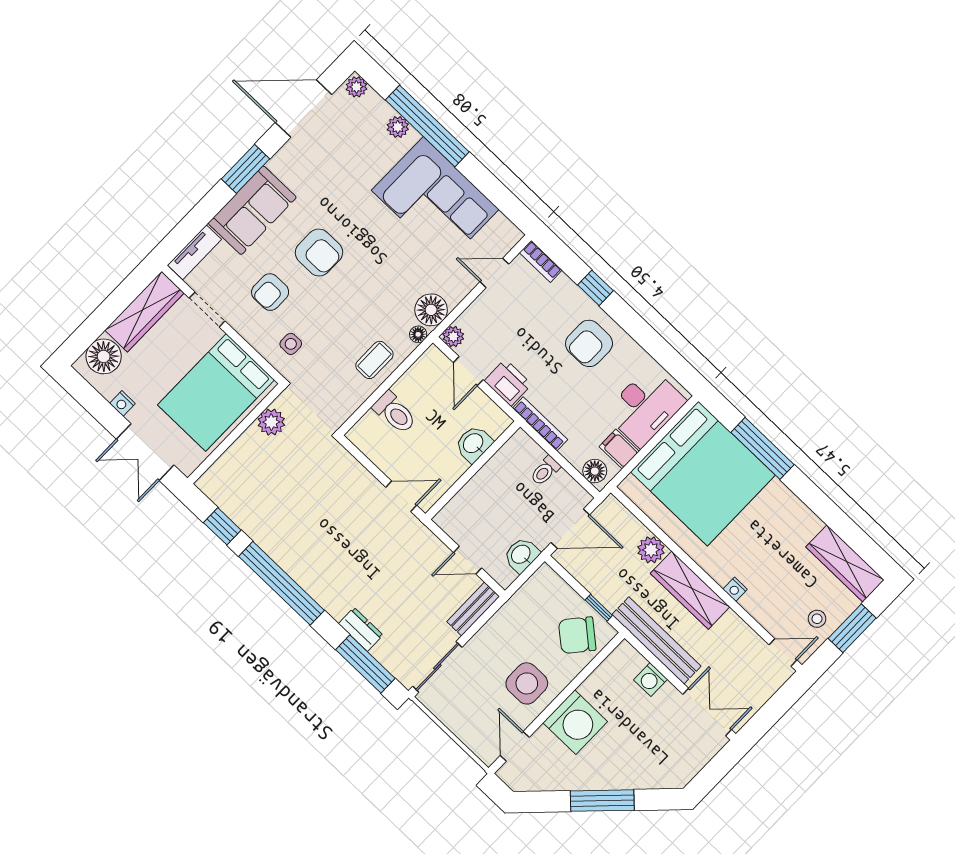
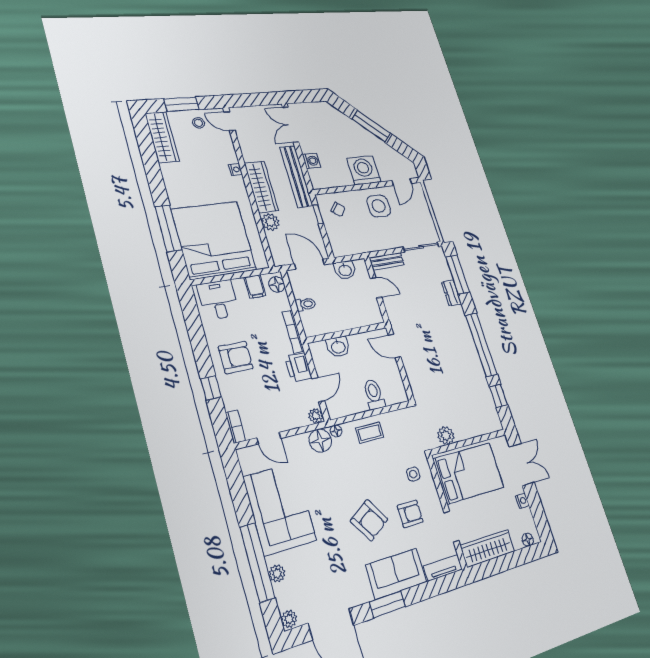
armchair: (319, 253) -> (369, 520), turned 147
floor lamp: (104, 356) -> (528, 540), width x0.53, depth x0.53
desk: (645, 407) -> (218, 300), width x0.73
chair: (577, 635) -> (338, 209), width x0.54, depth x0.54

